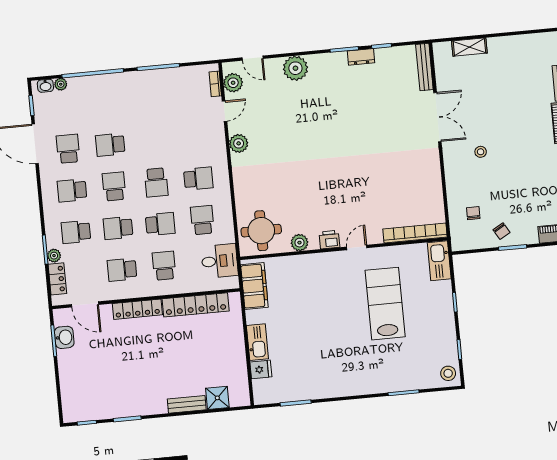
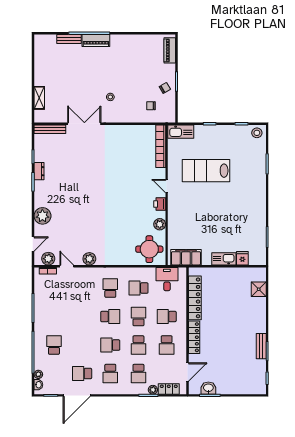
school desk: (110, 145) -> (54, 345), moved, turned 180
bench: (187, 404) -> (261, 346), moved

